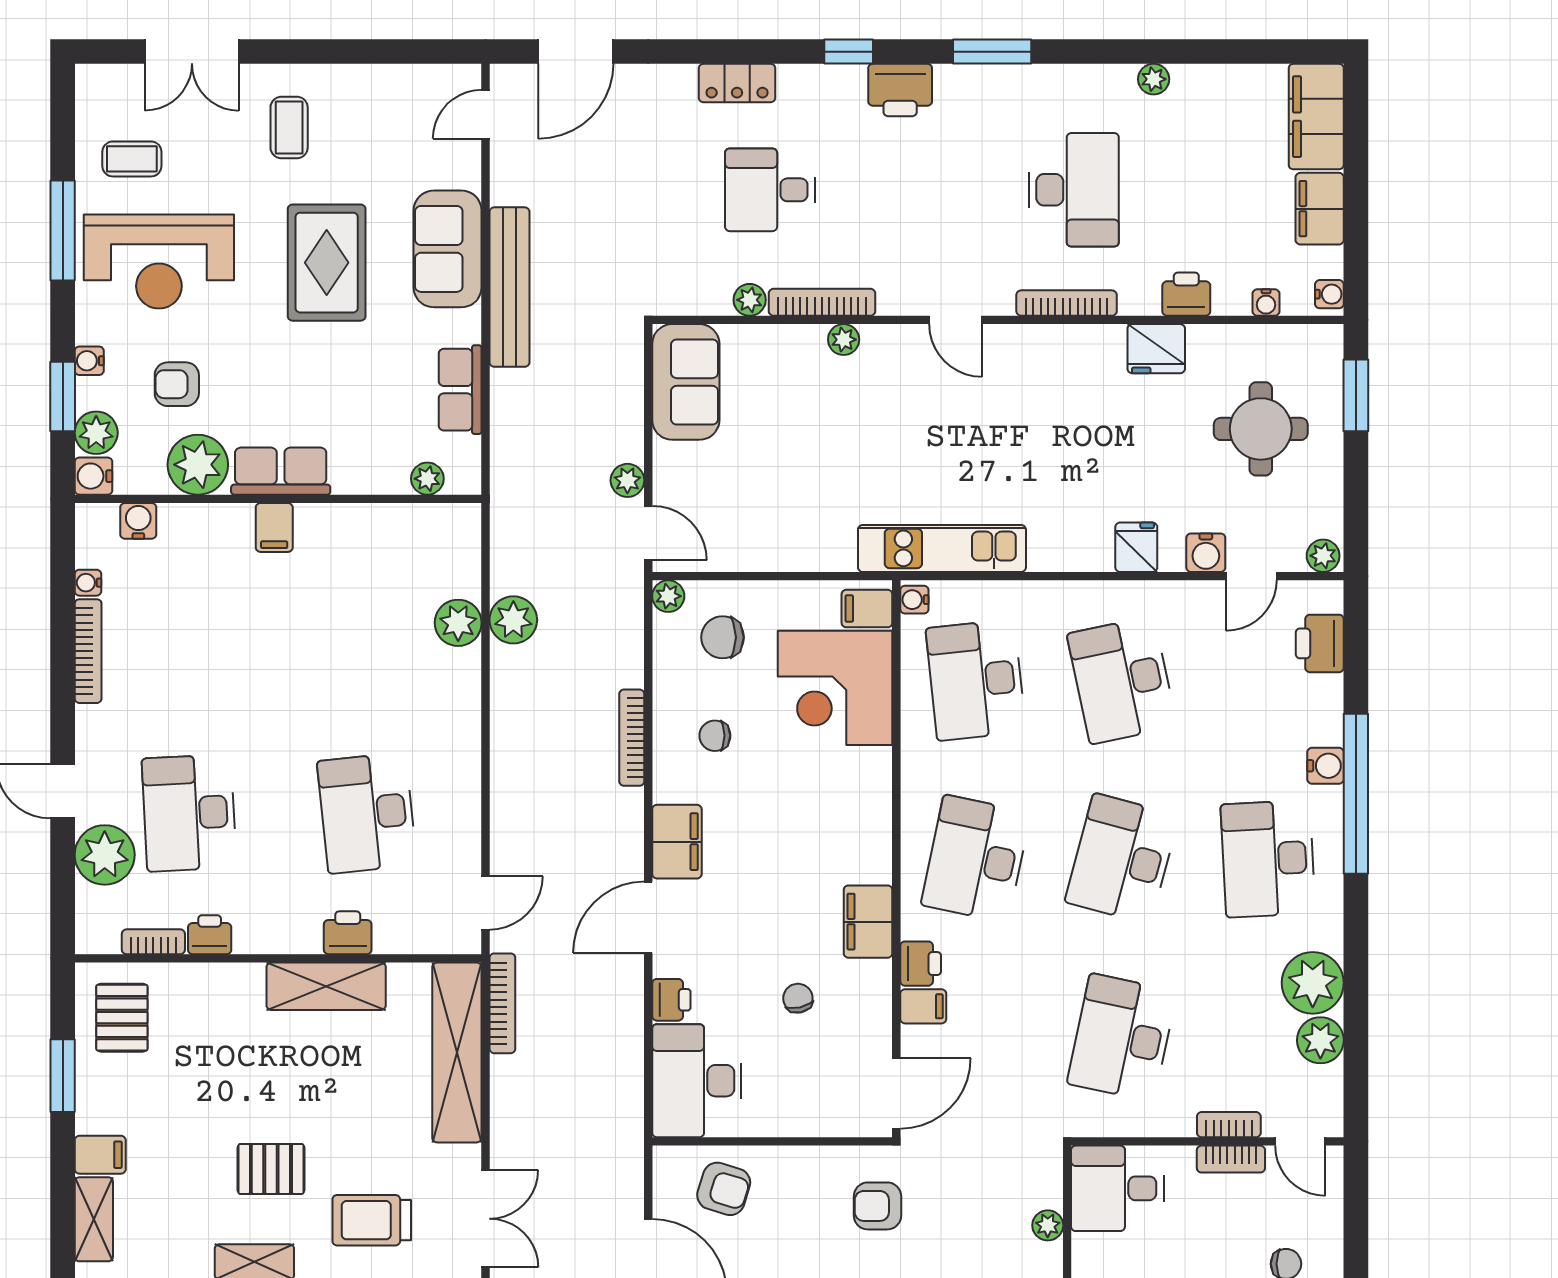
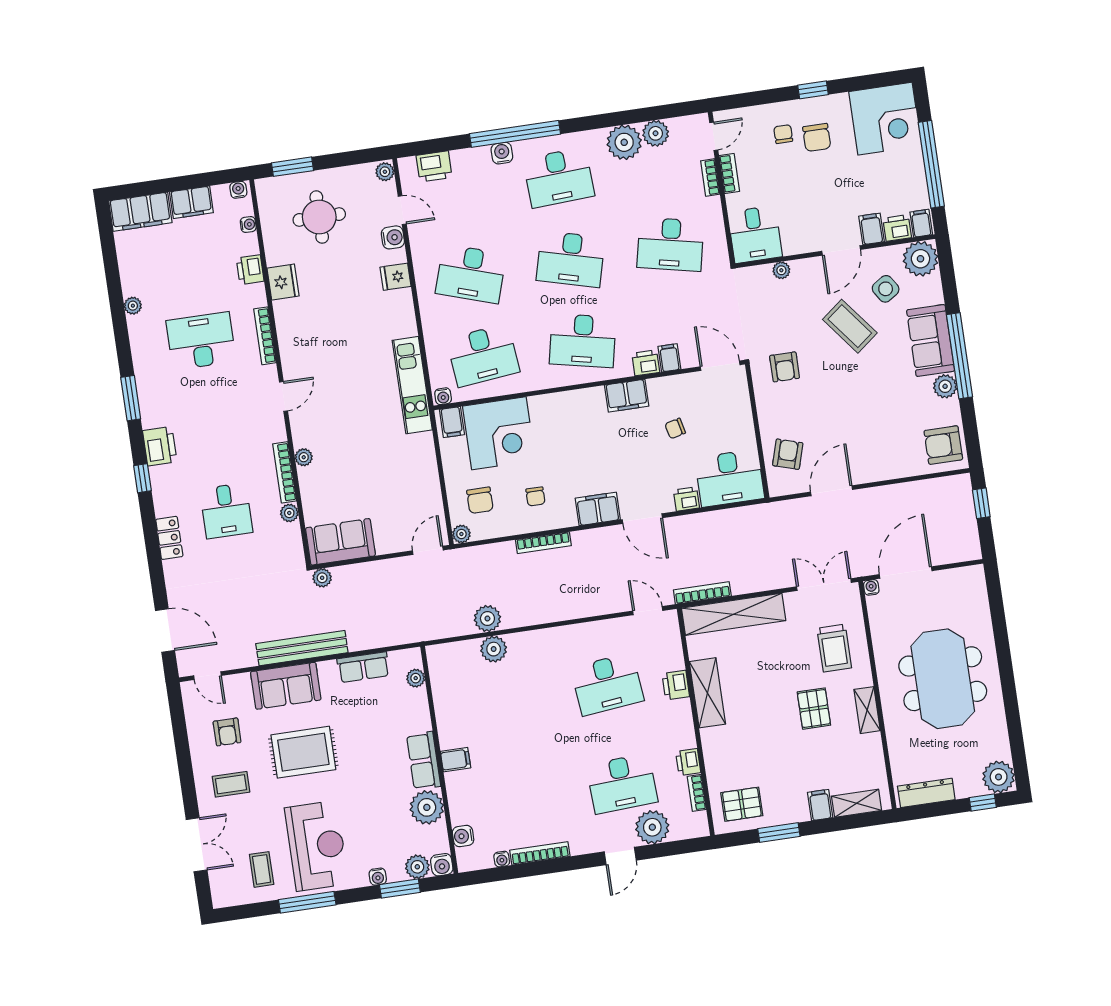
armchair: (177, 384) -> (227, 732), moved
plant: (627, 480) -> (322, 578), moved
desk: (1122, 680) -> (471, 274), turned 30

